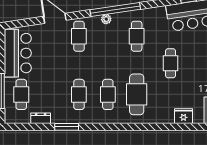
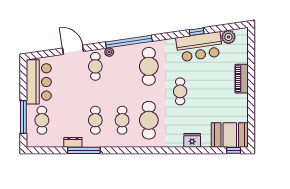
plant: (106, 19) -> (109, 52), moved
cafe table: (137, 36) -> (149, 66), width x1.37, depth x1.35
dresser: (41, 118) -> (73, 142), moved
window: (67, 127) -> (84, 150), width x1.44

